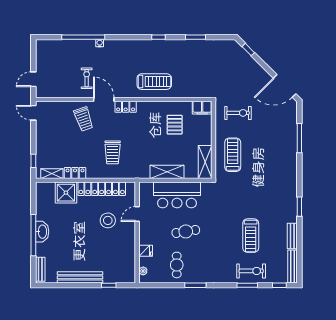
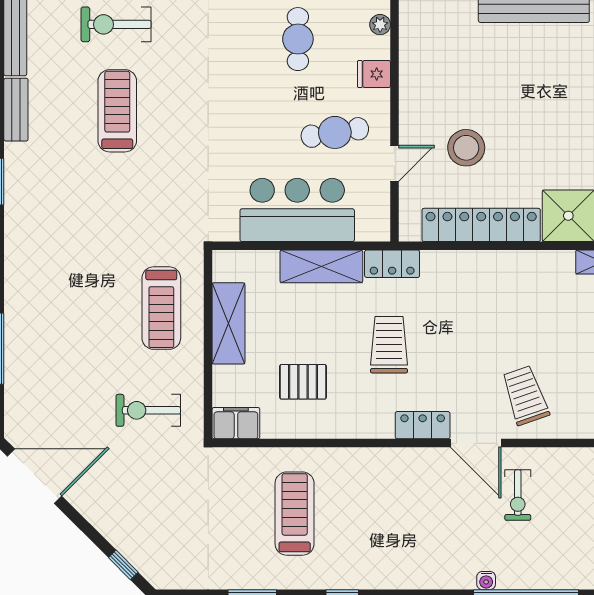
treadmill: (154, 82) -> (295, 514), moved, turned 90
pallet: (175, 125) -> (303, 382), turned 90
trolley: (113, 152) -> (389, 345), moved
shelving: (205, 162) -> (228, 323), moved
locker: (75, 173) -> (392, 264), moved
cafe table: (186, 231) -> (335, 132), moved

